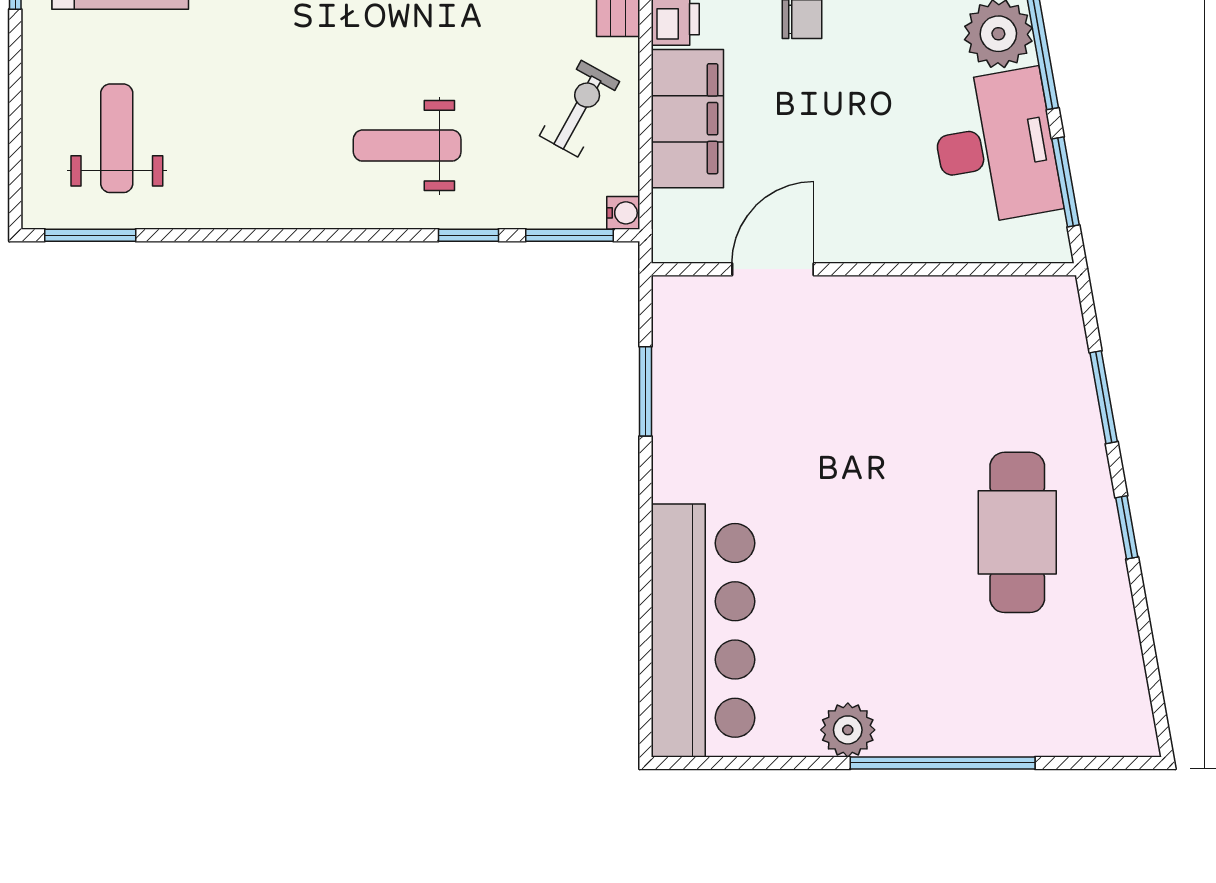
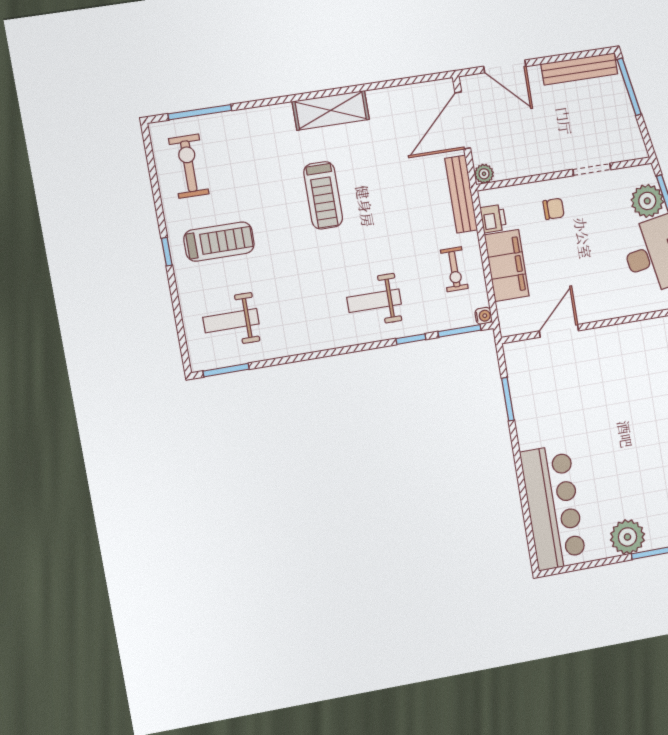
exercise bike: (579, 109) -> (454, 269), turned 151
weight bench: (117, 138) -> (231, 321), turned -90
plant: (848, 730) -> (628, 537), width x1.36, depth x1.36

